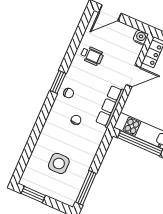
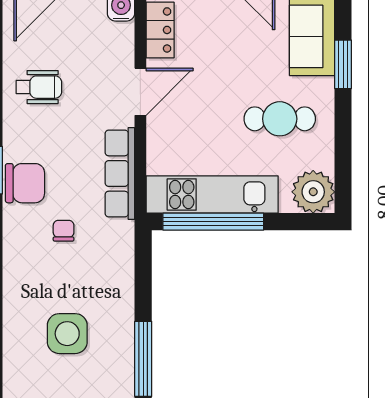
chair: (69, 93) -> (25, 183), width x1.87, depth x1.87

